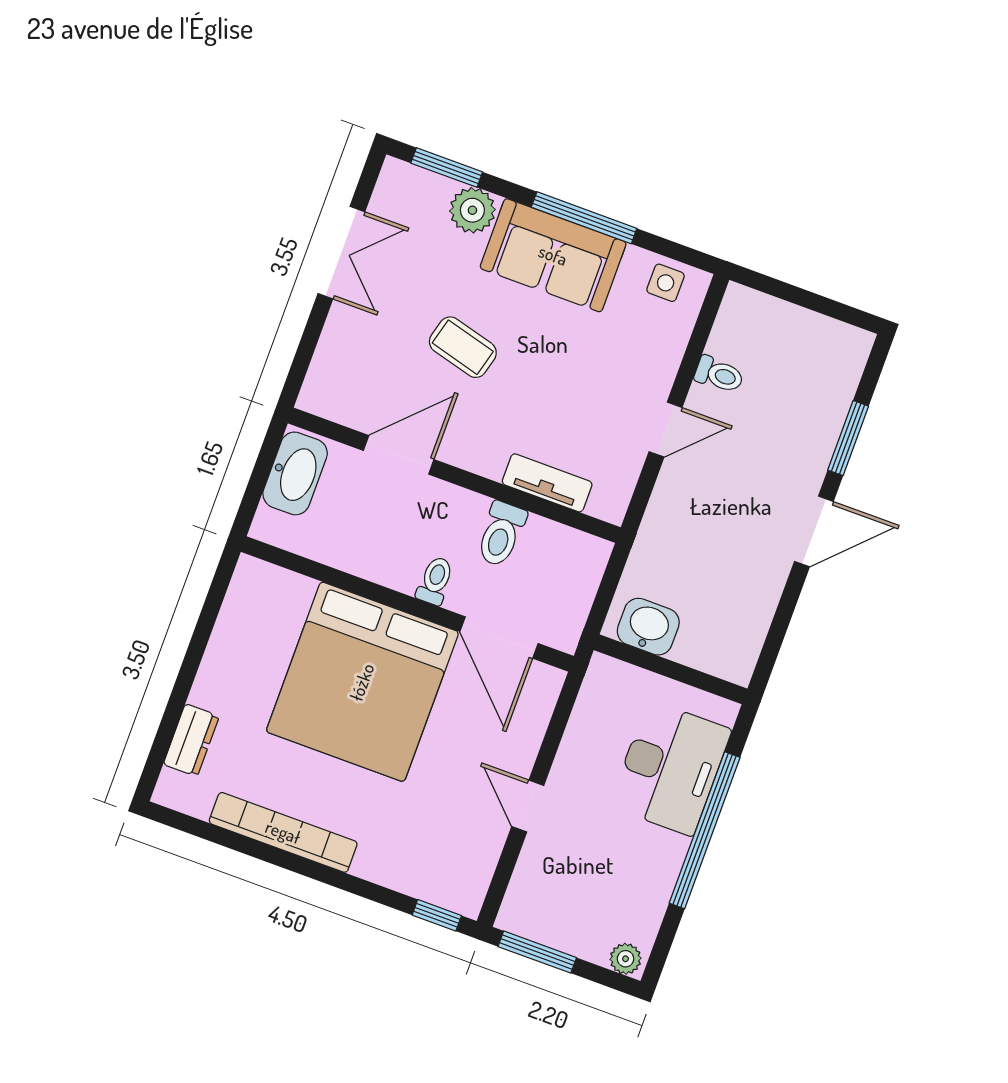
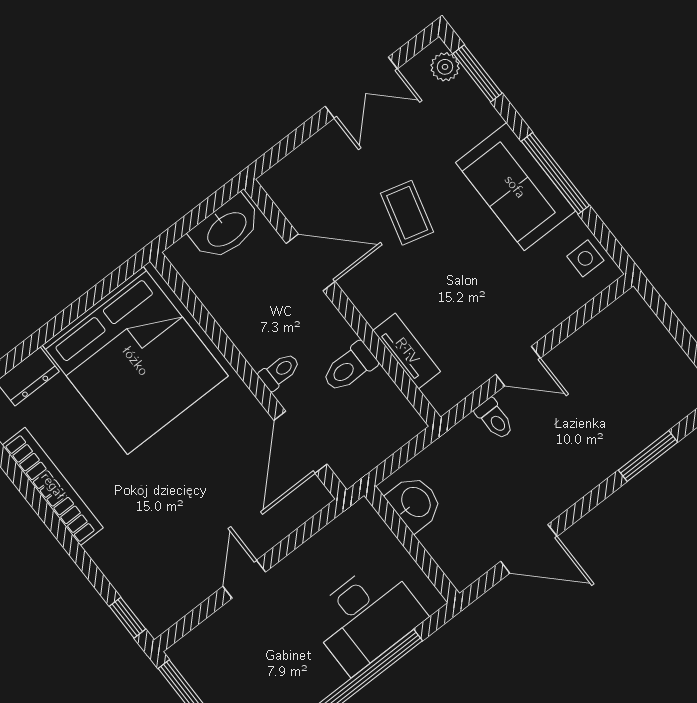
plant: (472, 210) -> (445, 67), moved, width x0.73, depth x0.73
toilet: (719, 375) -> (495, 419), moved
door: (814, 531) -> (529, 549), moved
bed: (362, 682) -> (135, 361), moved, turned -90

